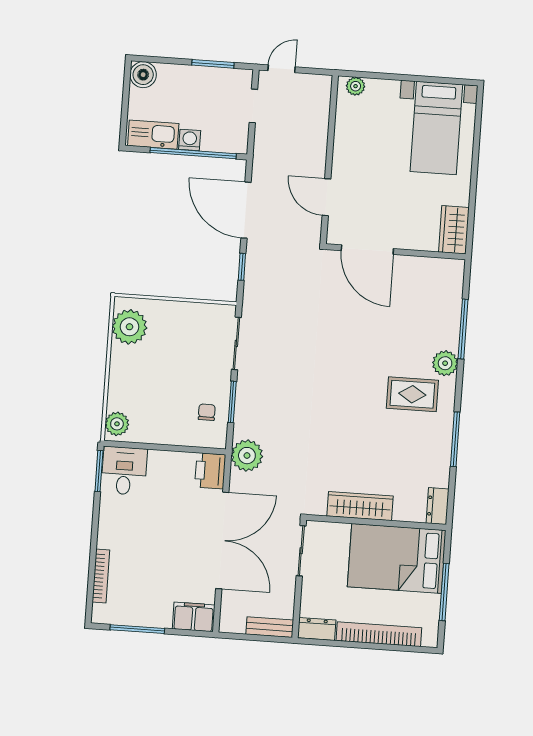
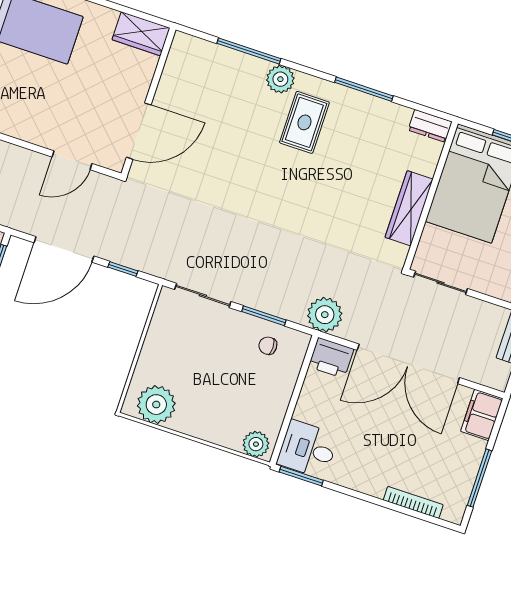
double door: (222, 540) -> (408, 364), swing flipped

